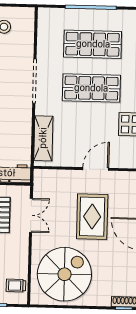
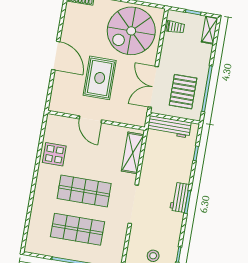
door: (96, 169) -> (90, 119), hinge flipped
double door: (31, 215) -> (153, 87), width x1.37

